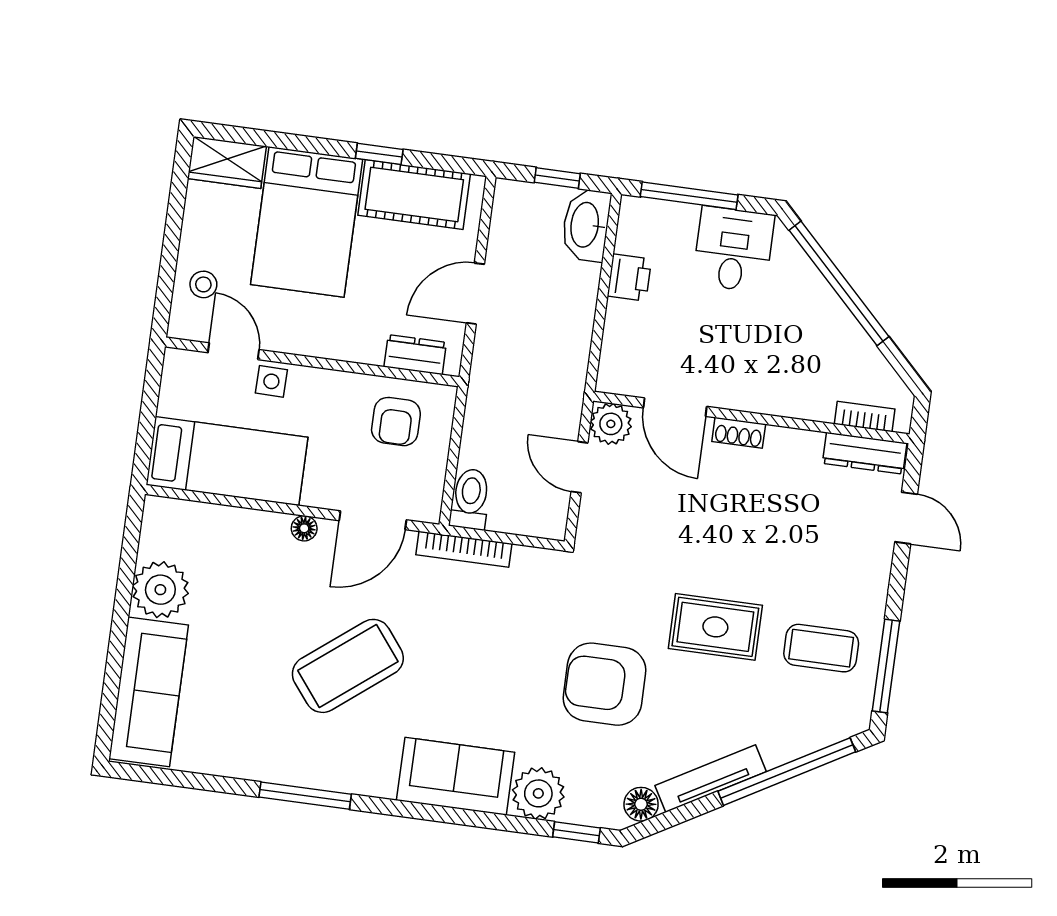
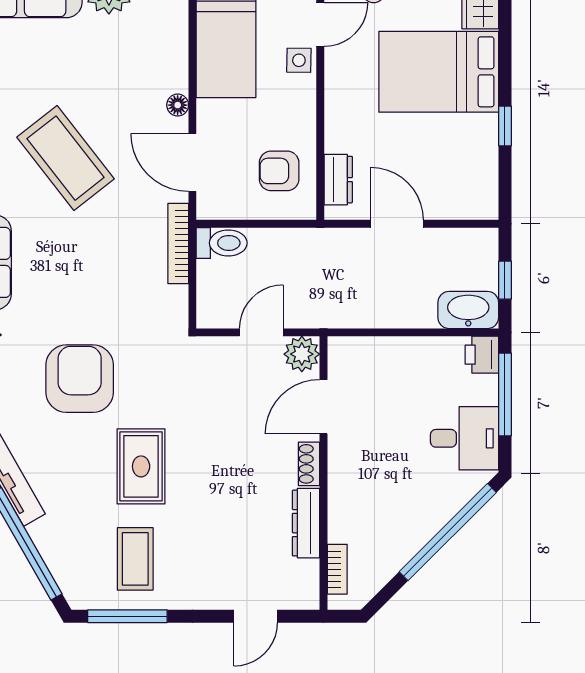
cot: (414, 195) -> (474, 160), removed
printer: (629, 278) -> (482, 355), moved, turned 90
dresser: (865, 453) -> (306, 523), moved

